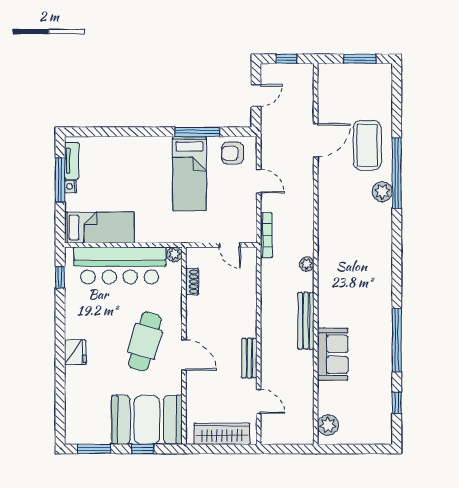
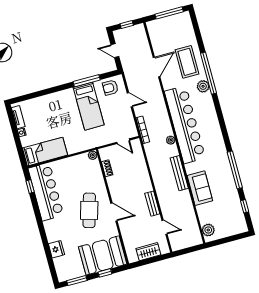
window: (360, 59) -> (169, 13), width x1.44
door: (256, 96) -> (115, 51), swing flipped
window: (60, 180) -> (15, 130), removed
bar counter: (336, 245) -> (185, 125), added
bar counter: (120, 265) -> (46, 192), moved, turned -90
fridge: (75, 352) -> (56, 249), moved
wardrobe: (222, 434) -> (148, 252), width x0.67

